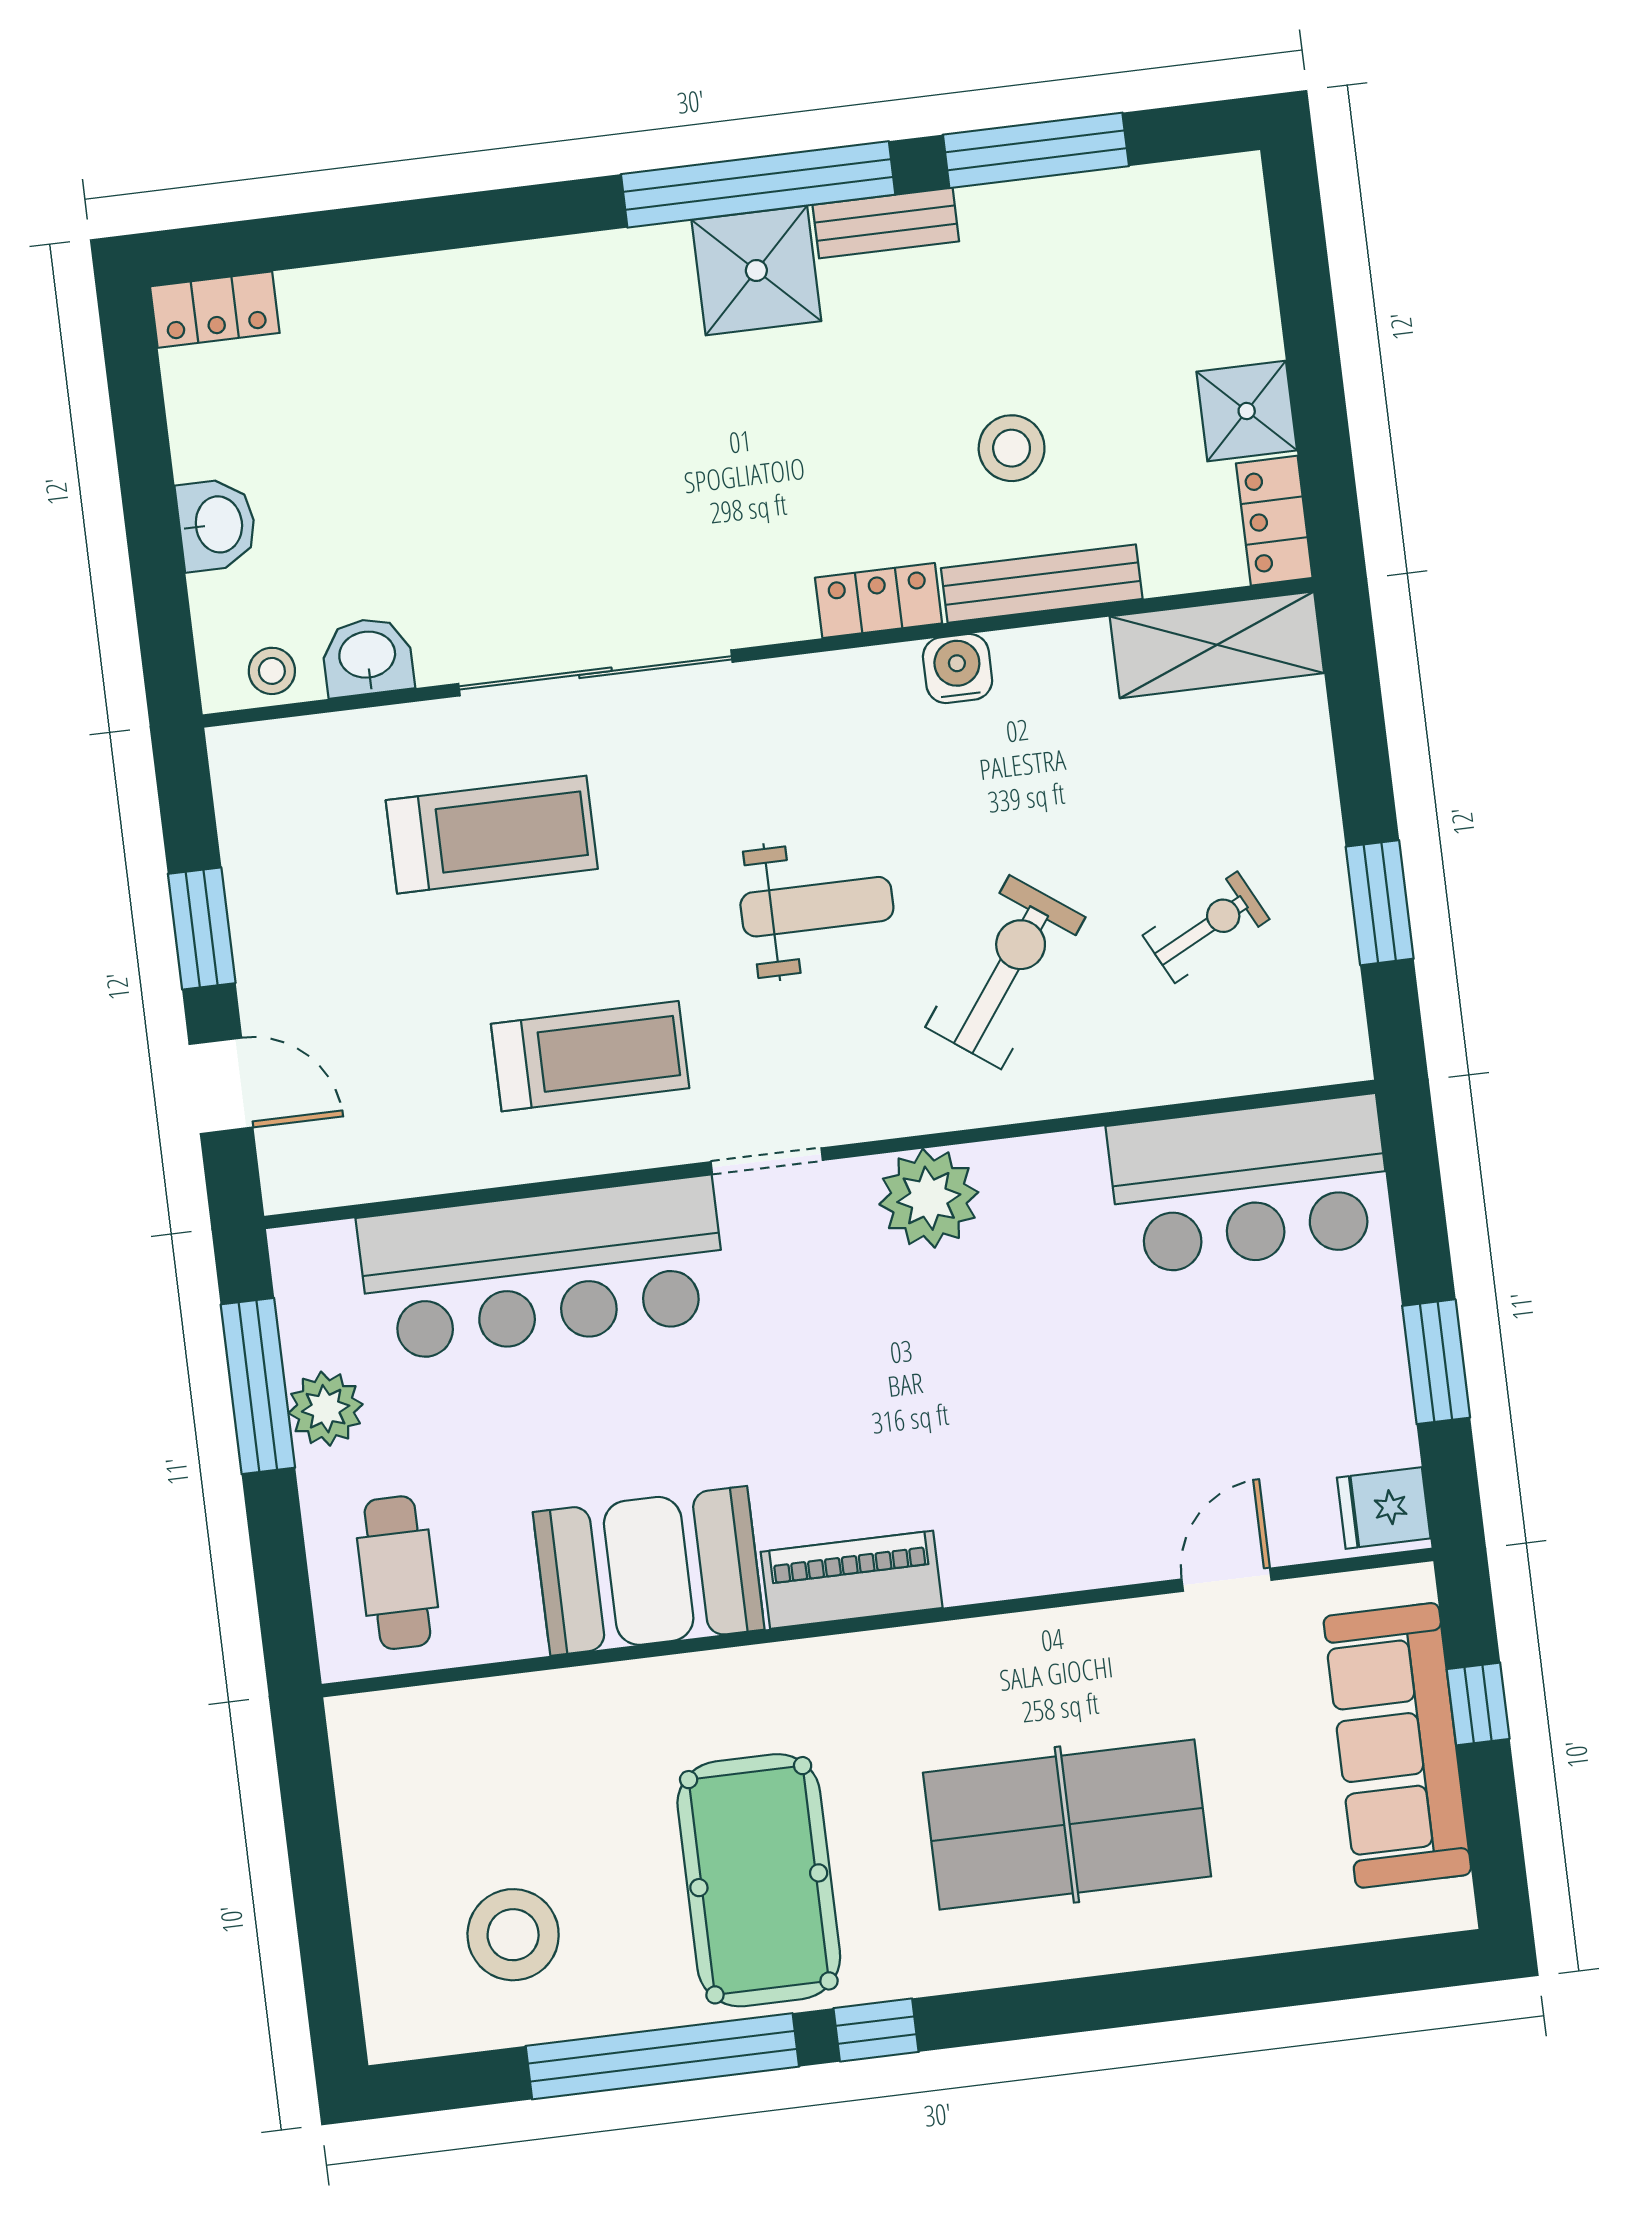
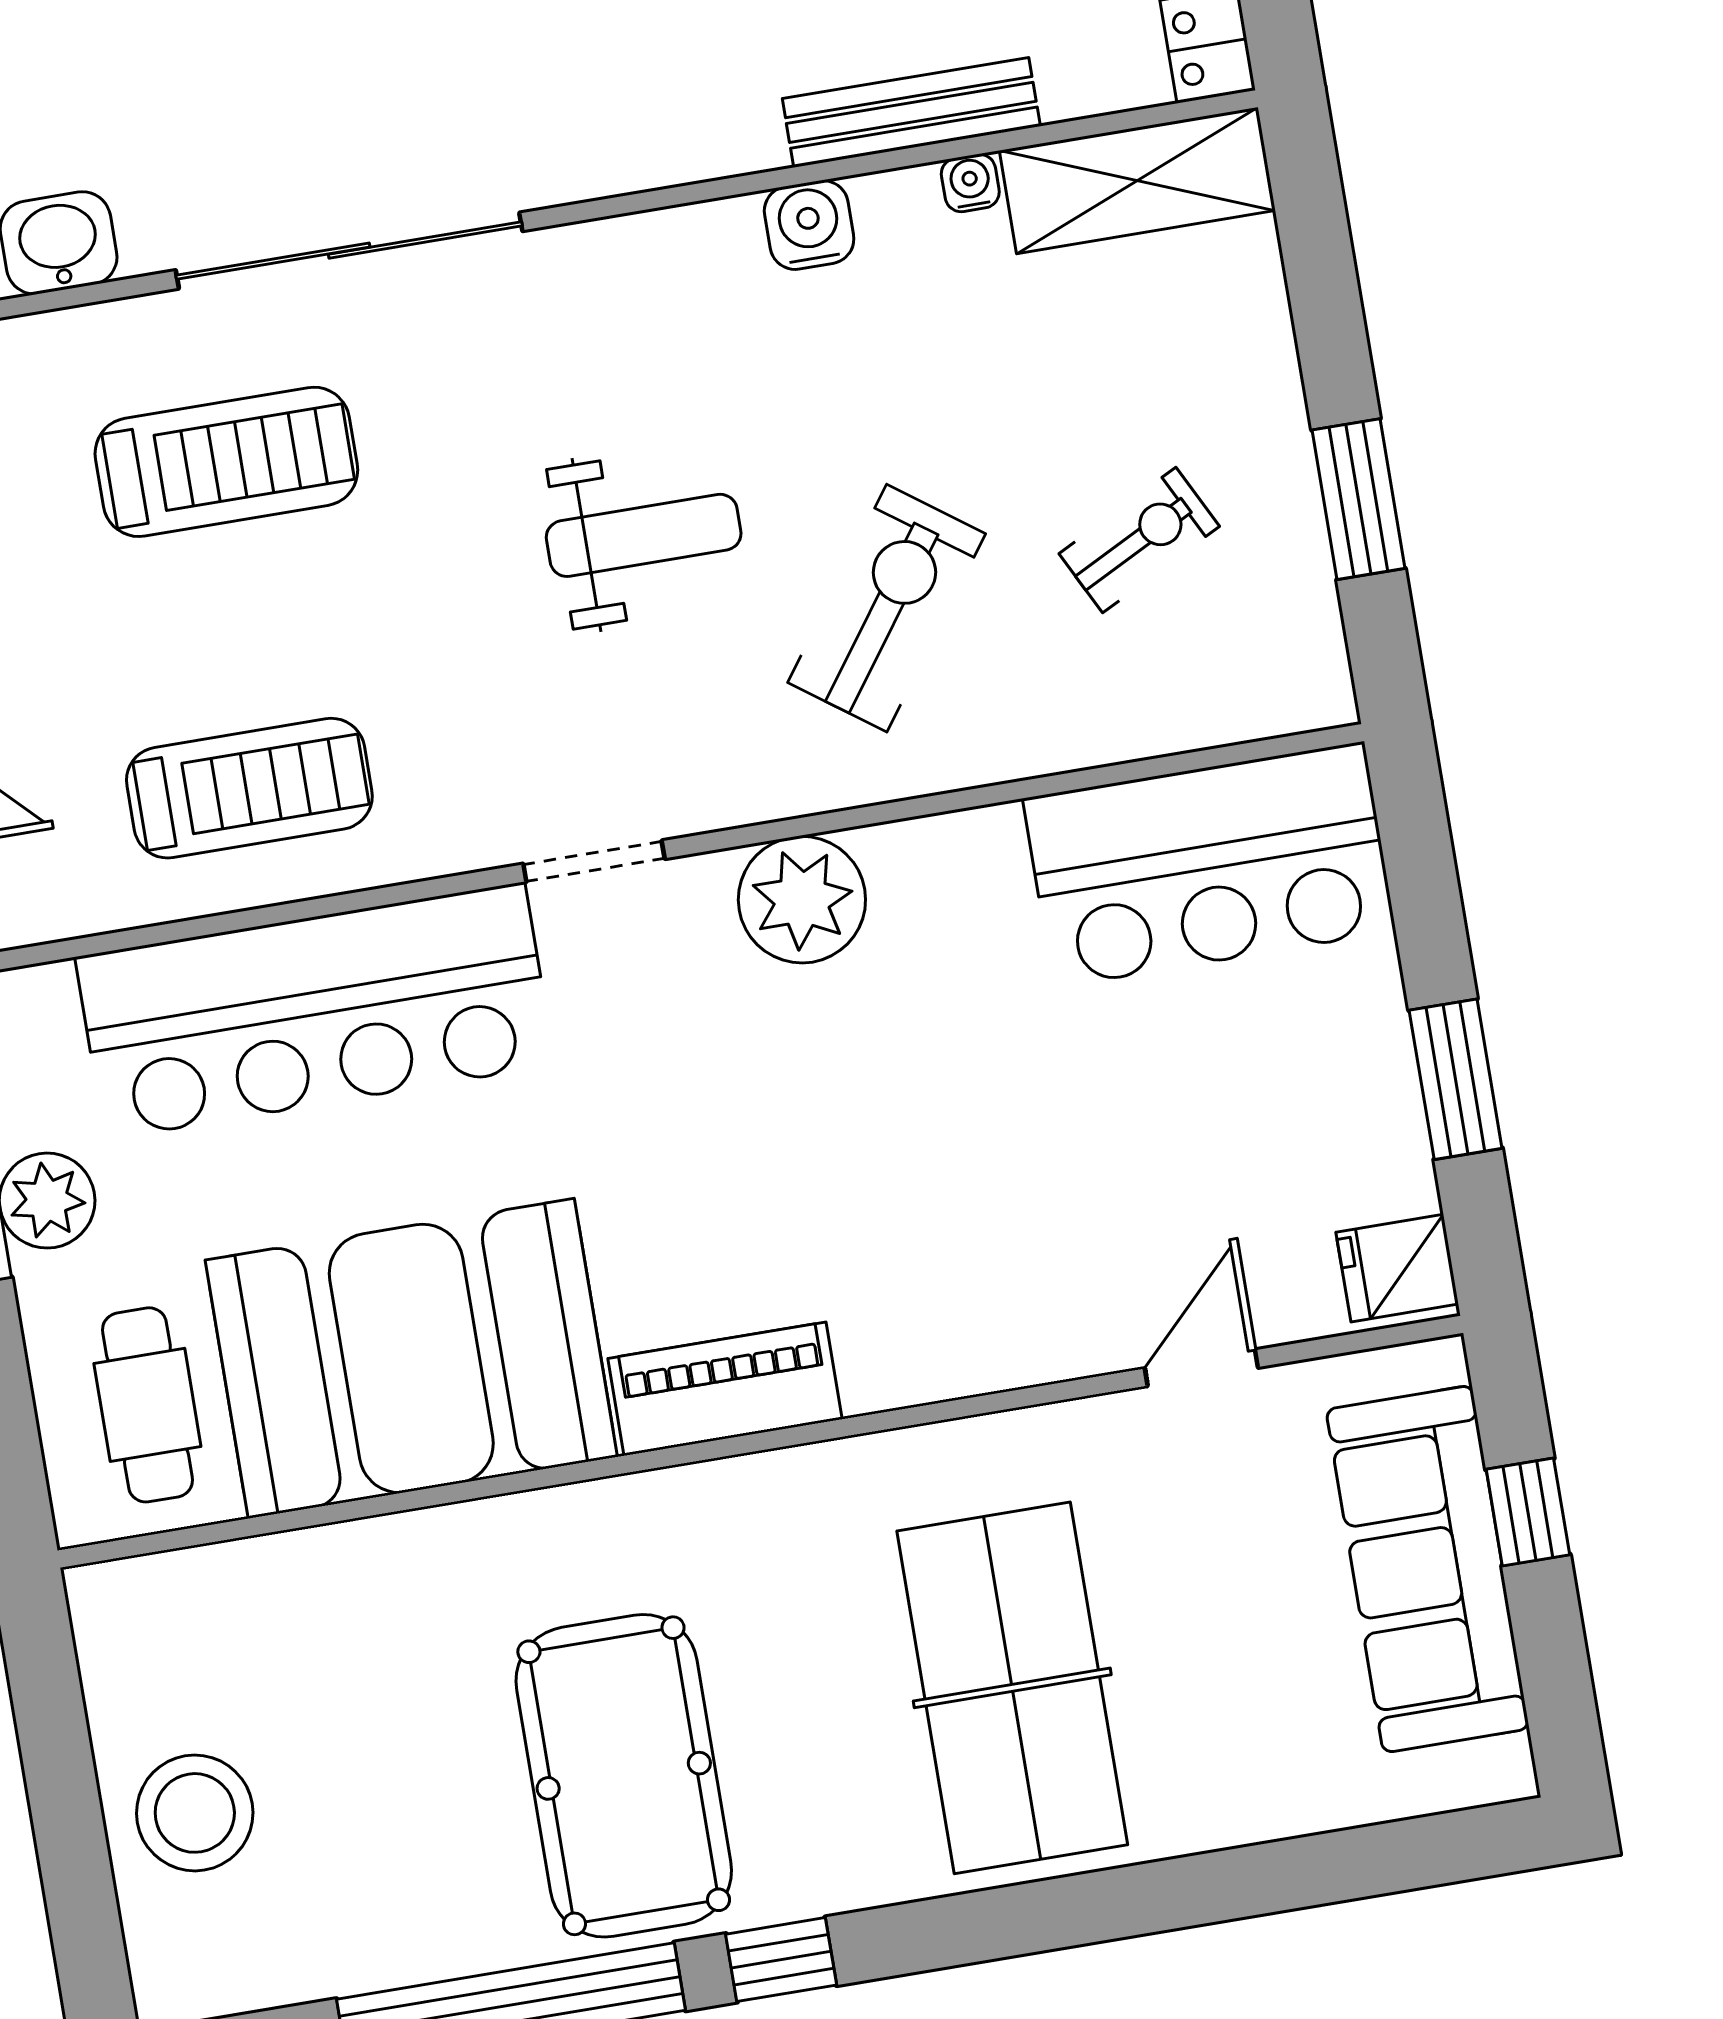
locker: (879, 601) -> (705, 143), removed
water cooler: (1086, 641) -> (970, 183), added
treadmill: (590, 1056) -> (249, 788), moved
booth: (649, 1571) -> (411, 1358), width x1.36, depth x1.42
table tennis table: (1067, 1825) -> (1012, 1688), turned 90
stool: (513, 1935) -> (195, 1813), moved

